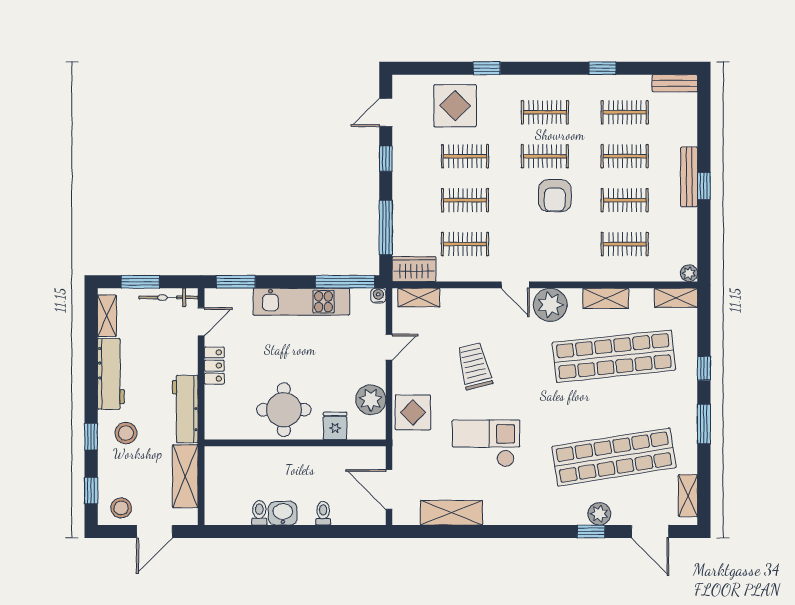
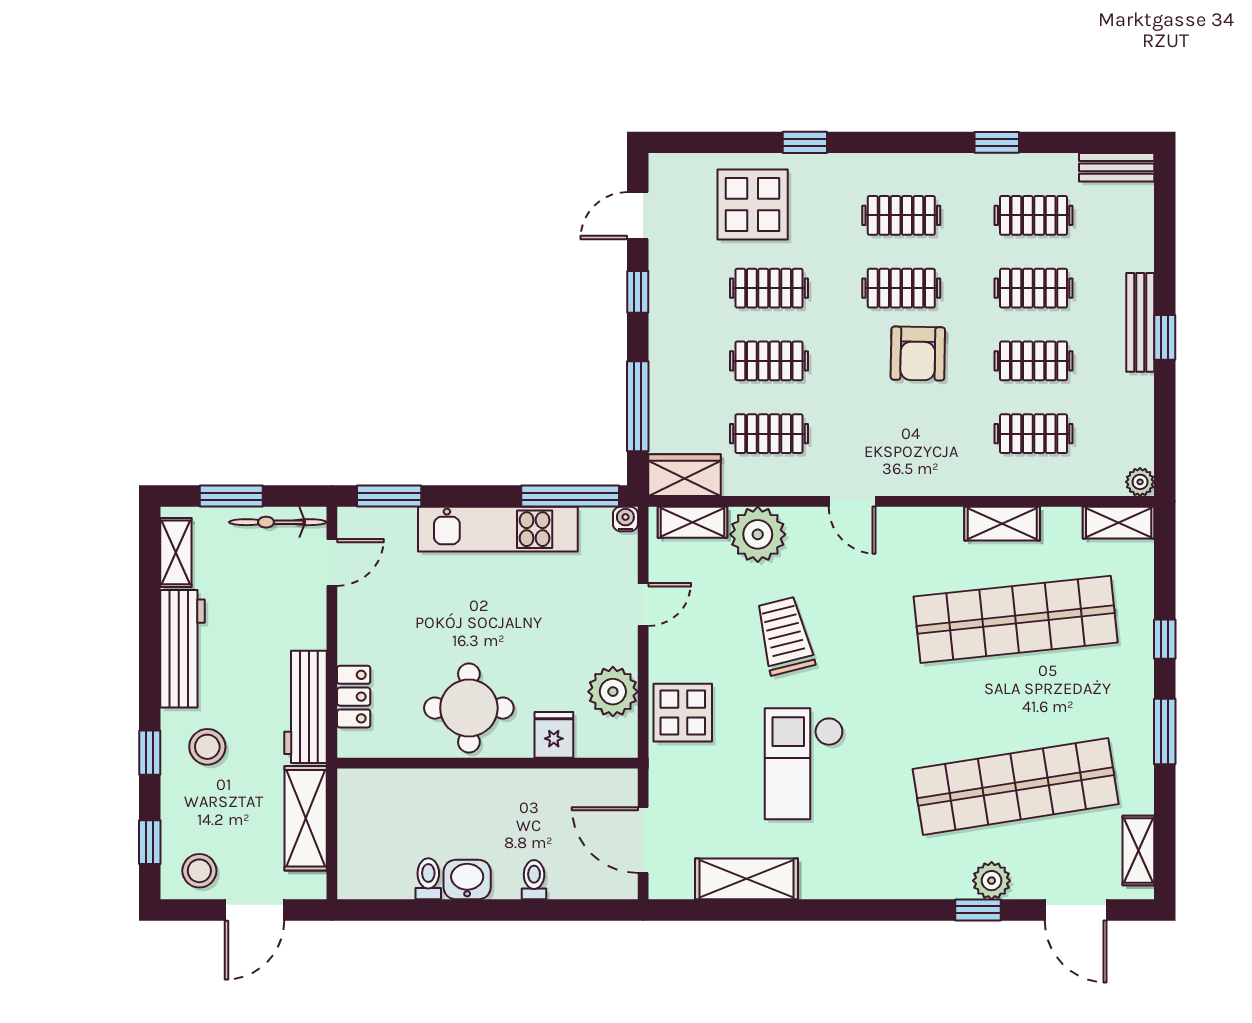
plant: (550, 305) -> (758, 534), moved
locker: (214, 366) -> (354, 697), moved
checkout: (486, 443) -> (804, 764), turned -90

